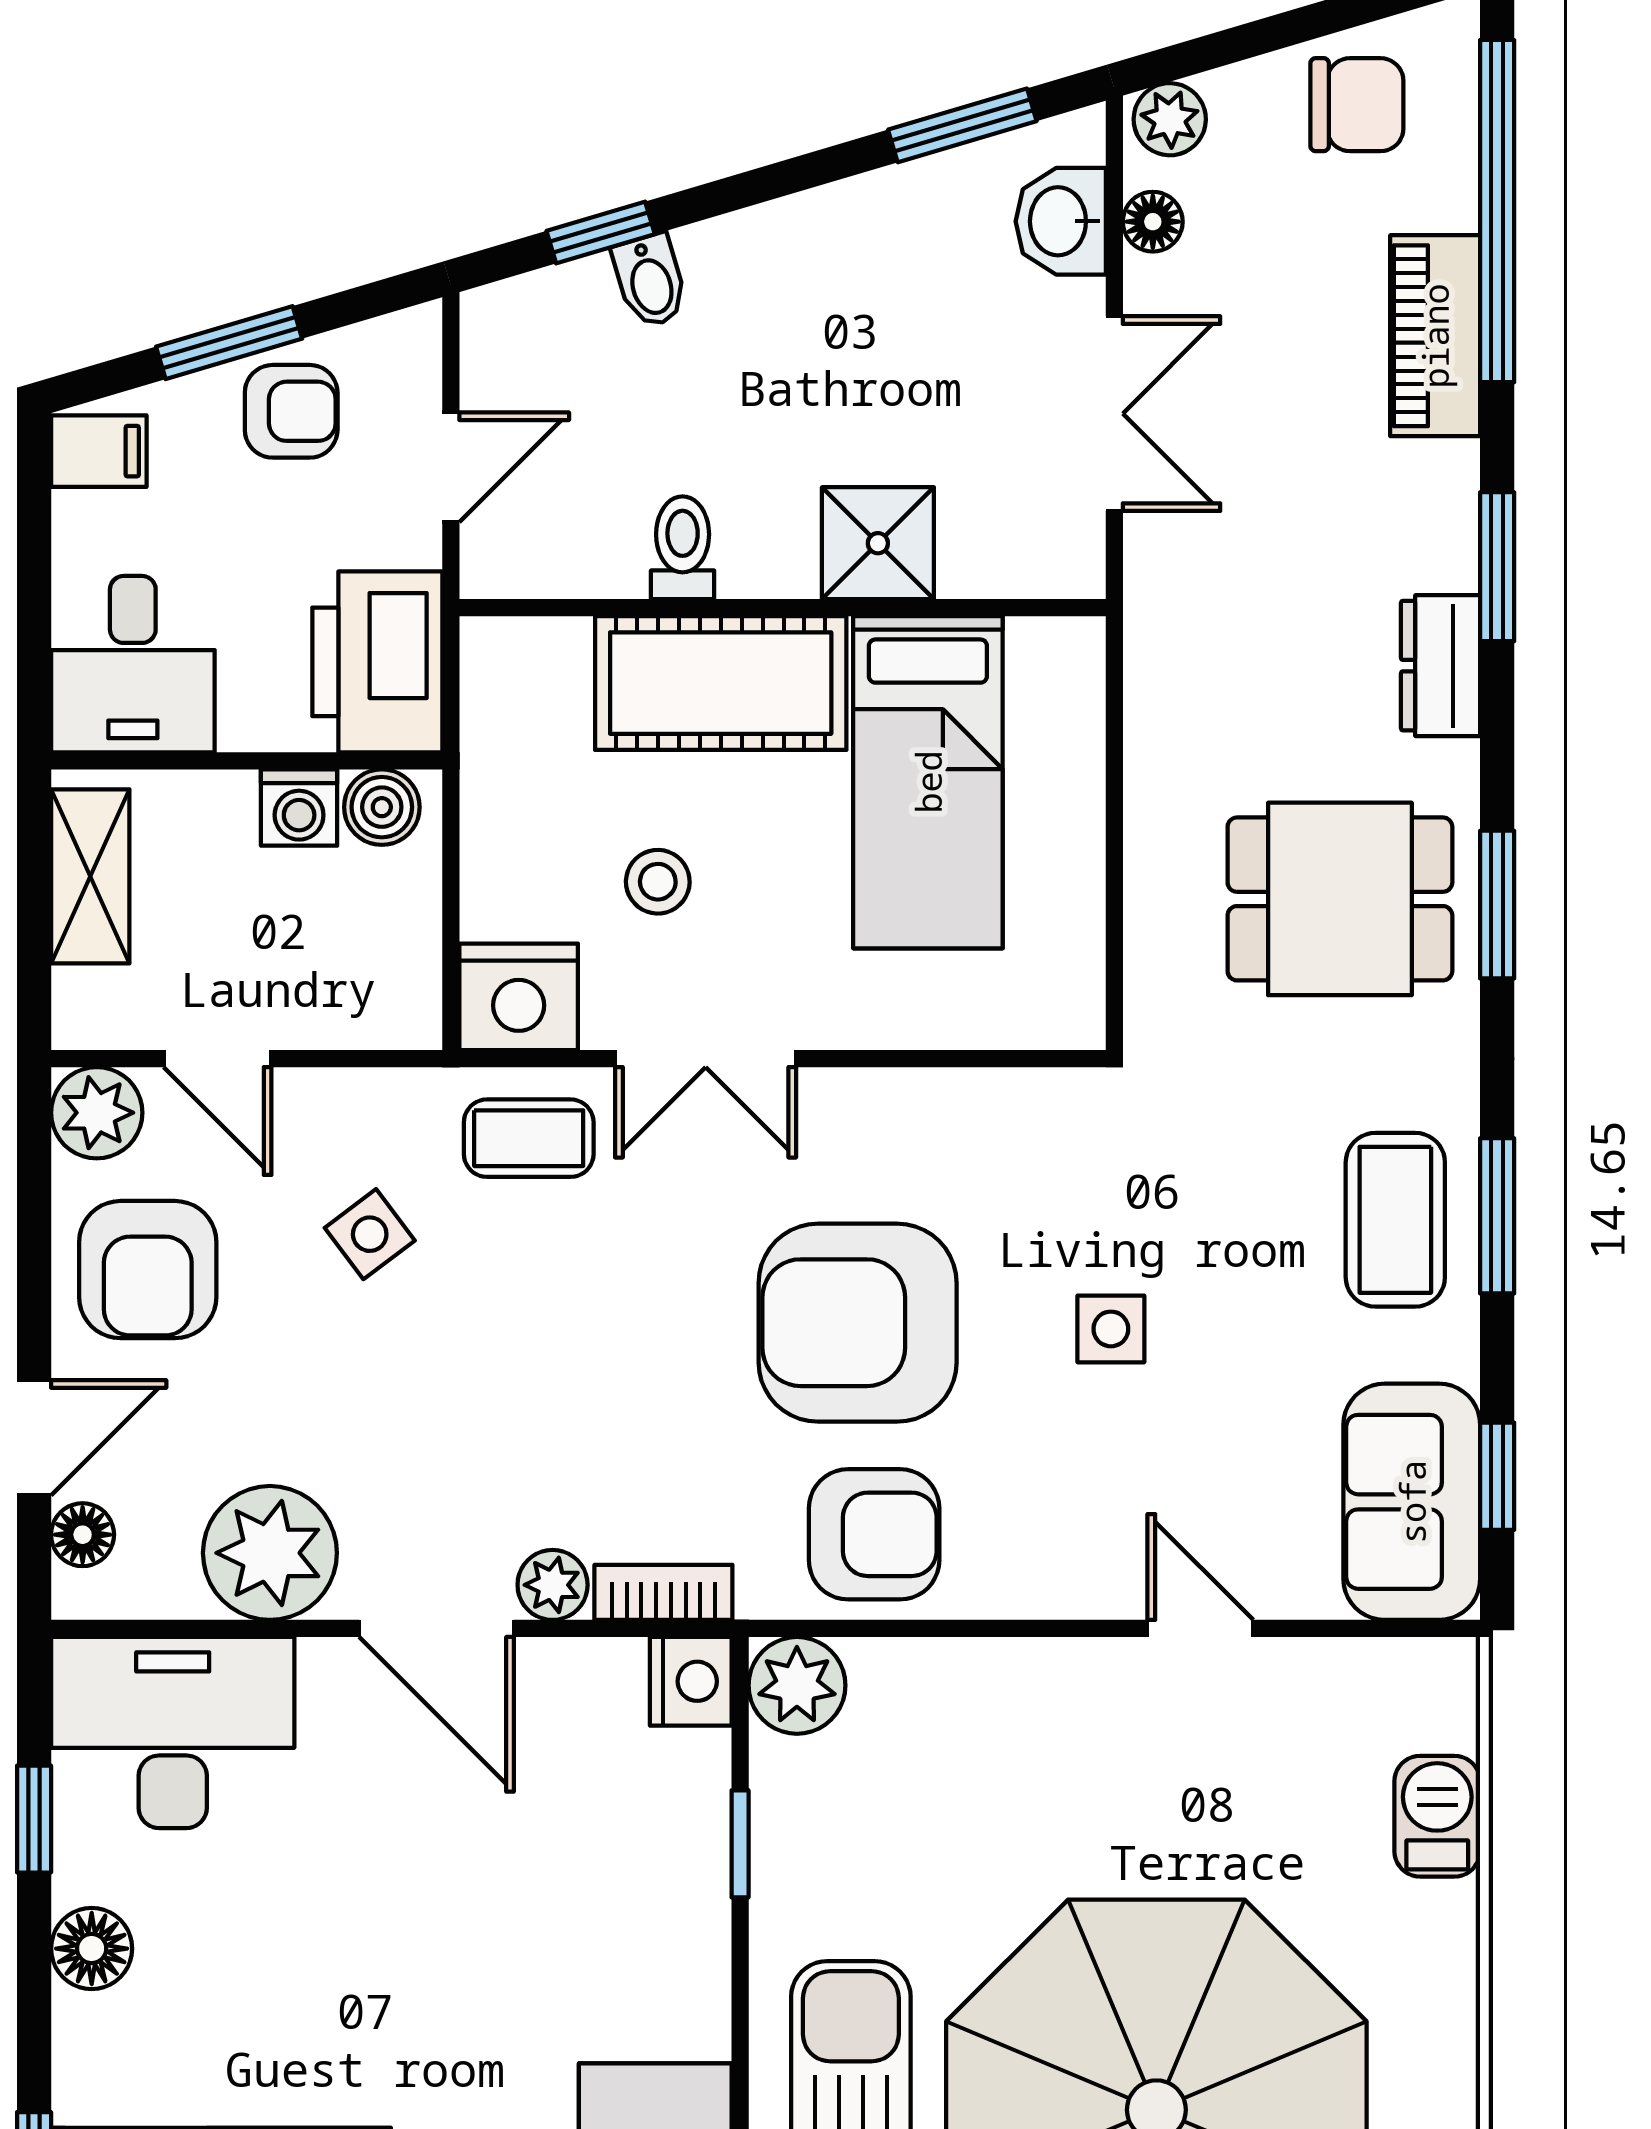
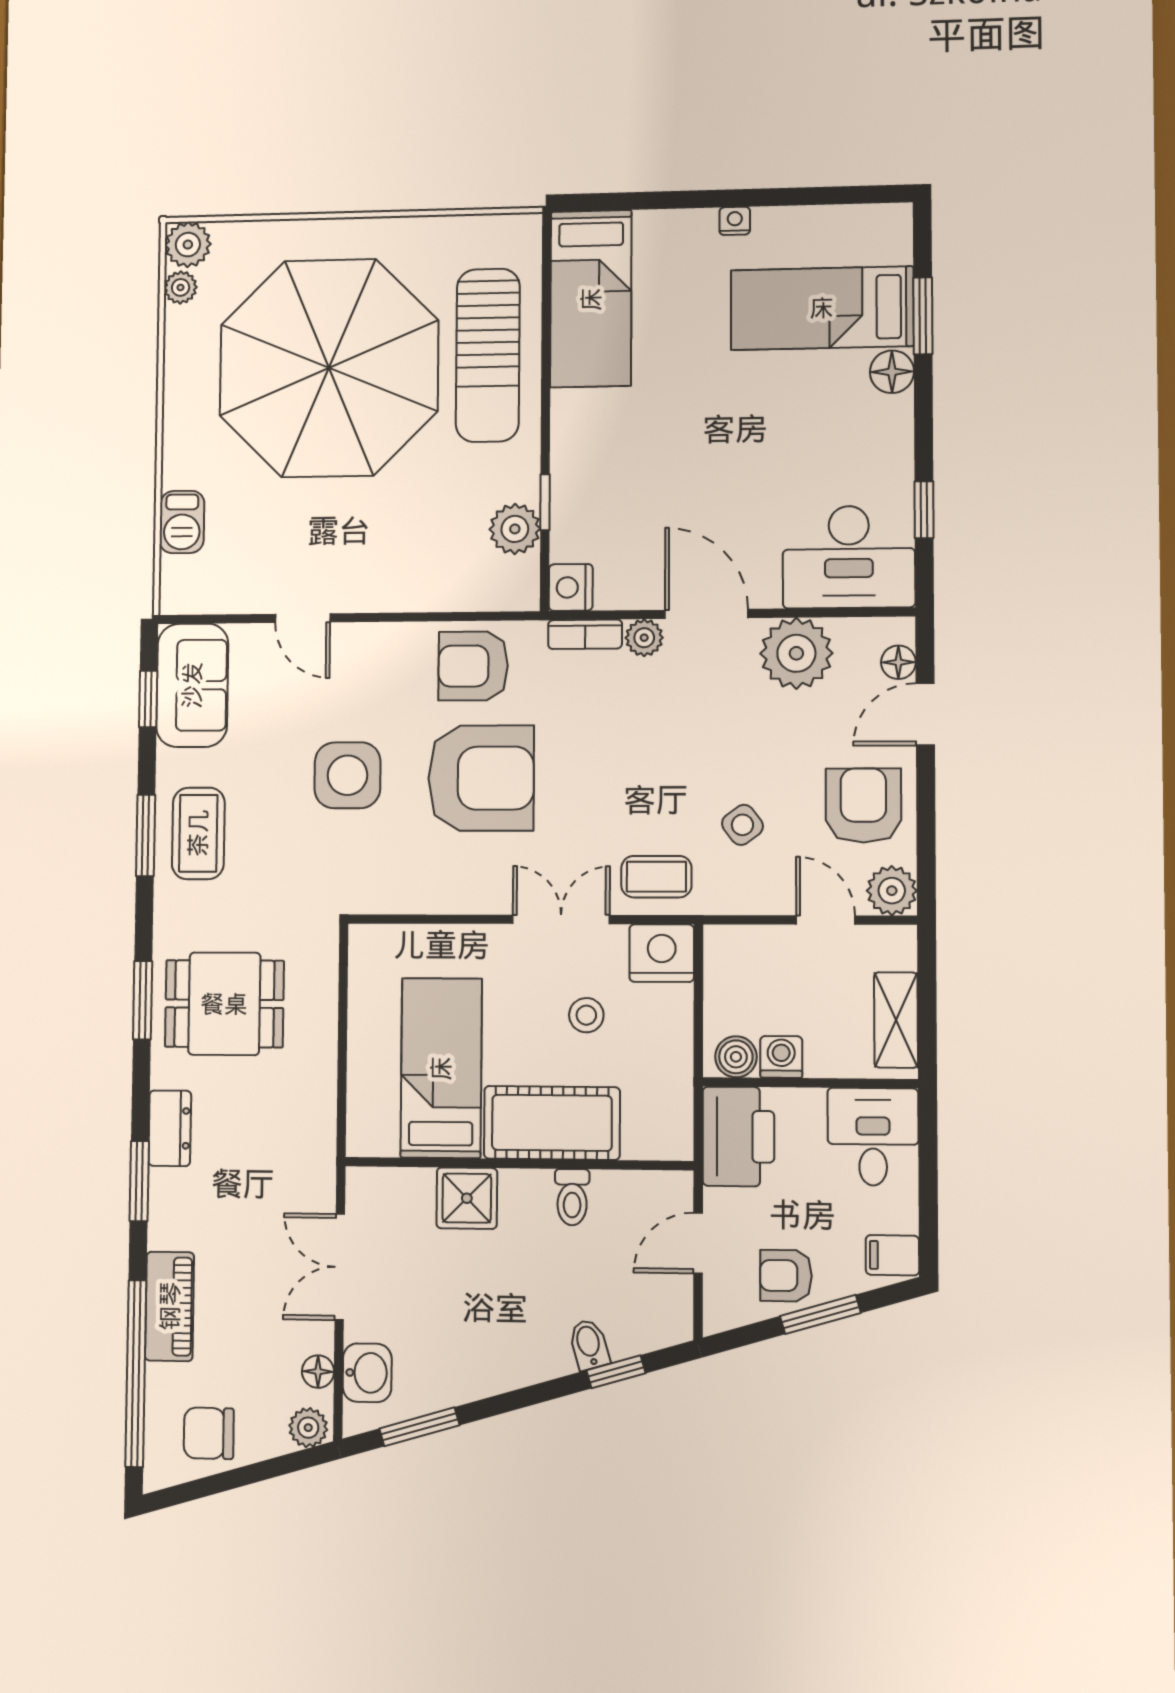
side table: (1111, 1329) -> (347, 775), width x1.87, depth x1.87
plant: (797, 1685) -> (515, 529), moved
floor lamp: (92, 1949) -> (892, 372), moved

